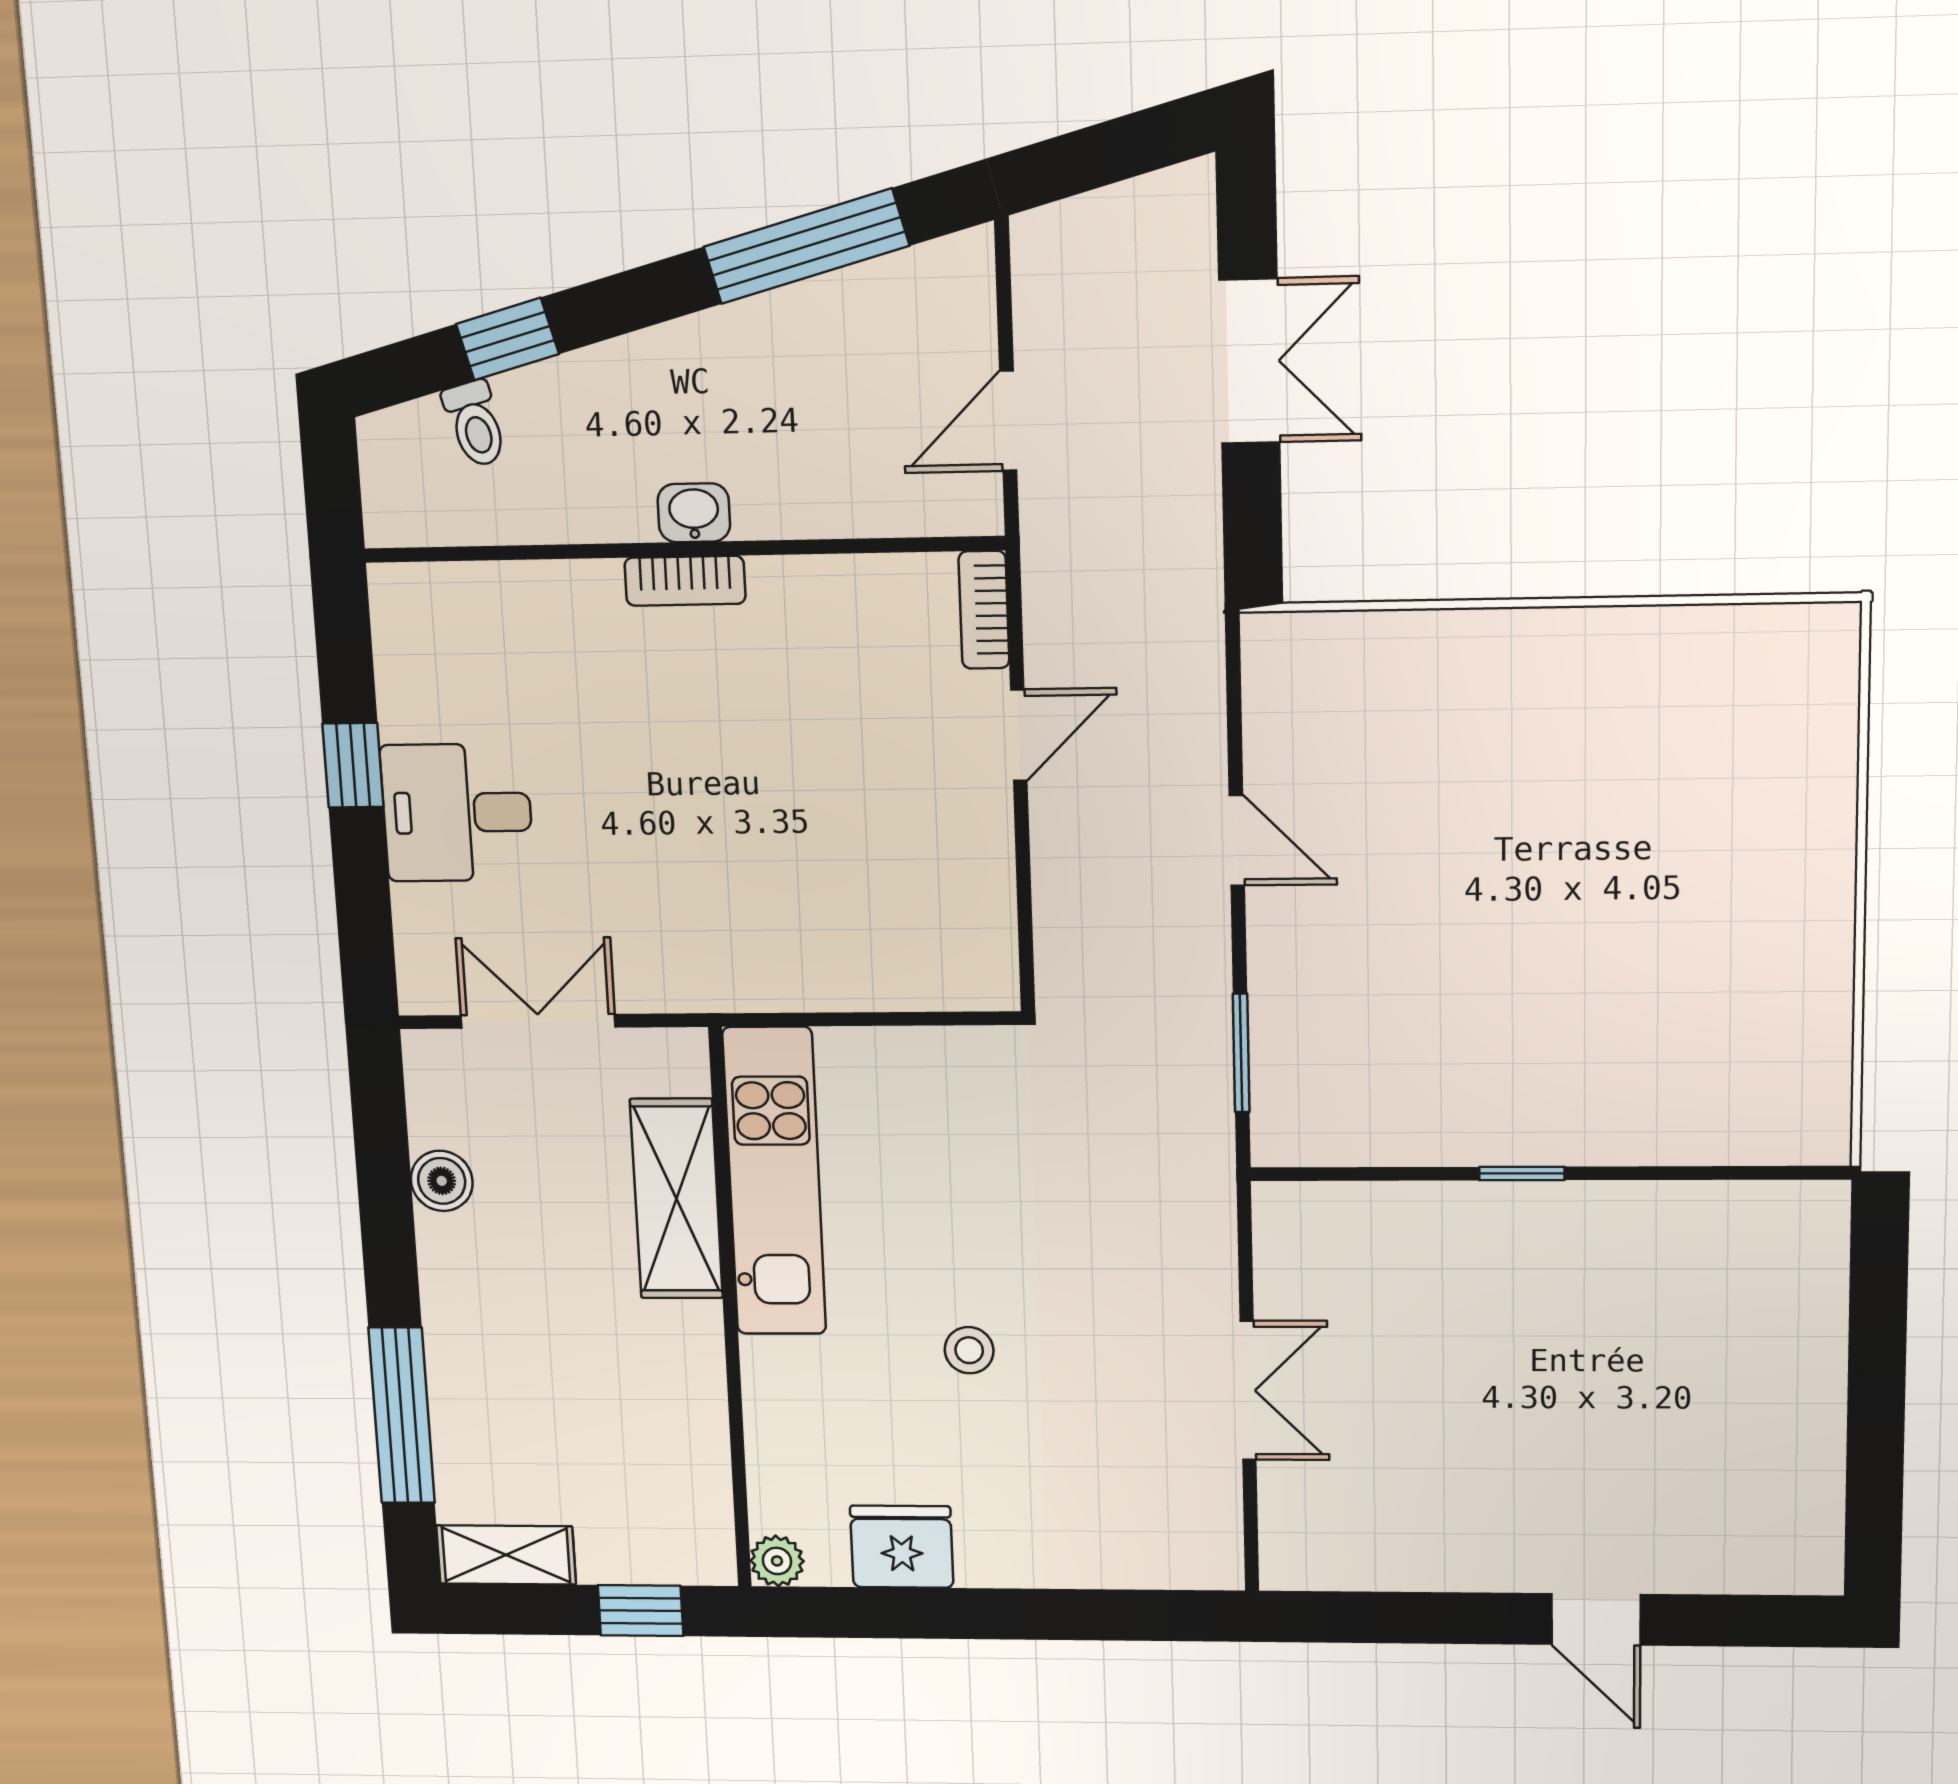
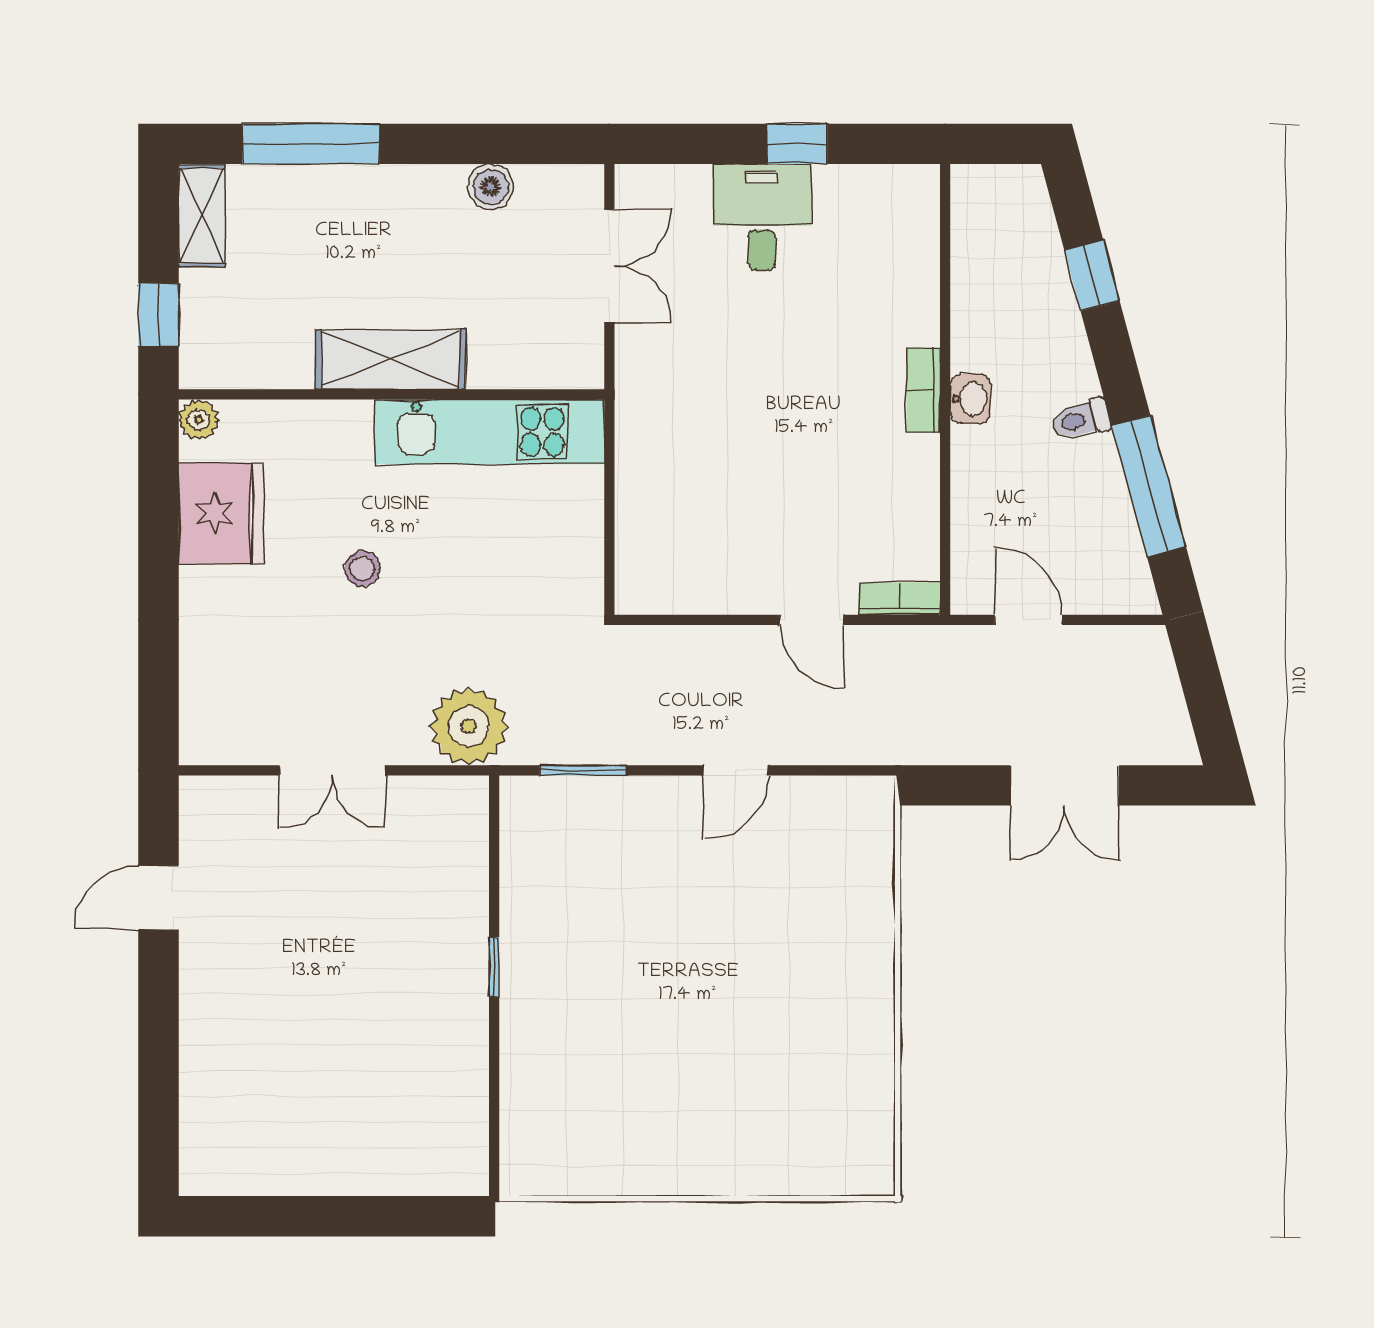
toilet: (475, 424) -> (1081, 420), moved
shelving: (676, 1199) -> (390, 359), moved
plant: (1183, 1209) -> (469, 726), added
fridge: (902, 1547) -> (221, 513), width x1.36, depth x1.34
door: (1596, 1619) -> (158, 898), moved

